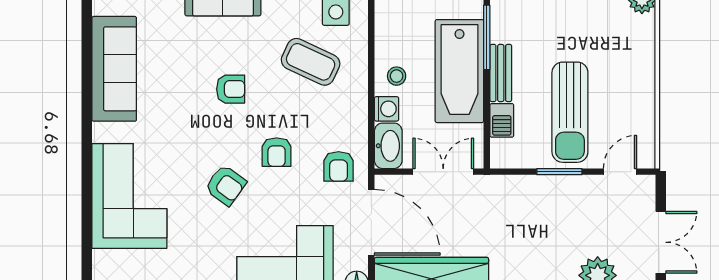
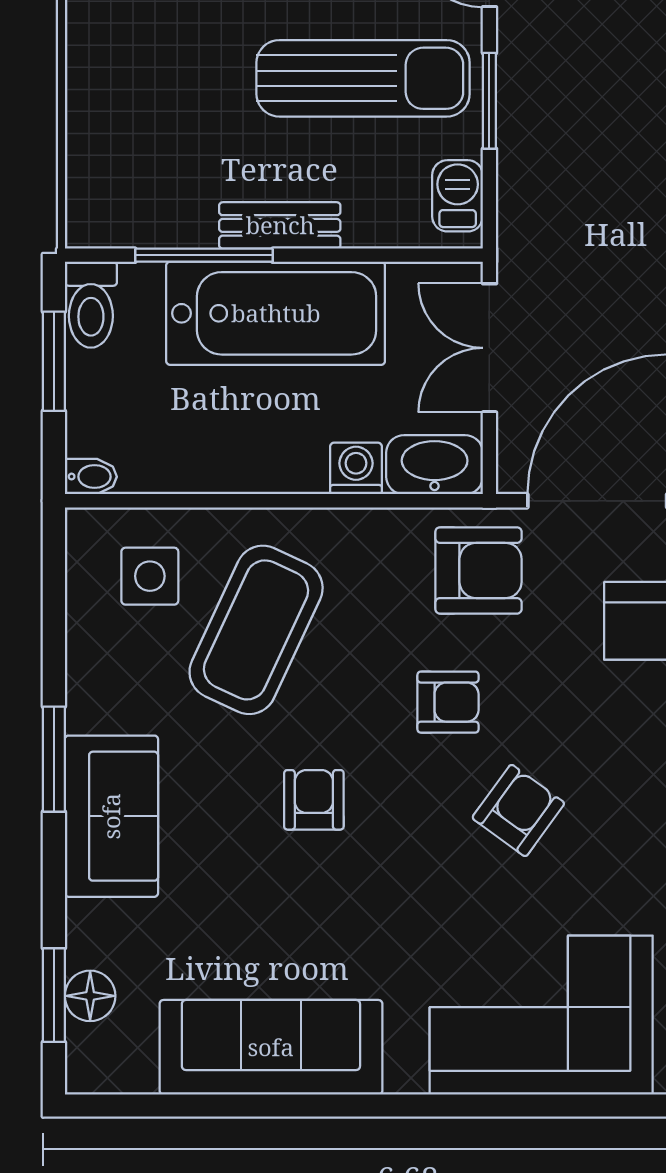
coffee table: (311, 62) -> (256, 630), width x1.36, depth x1.32
stool: (397, 76) -> (286, 447), removed
barbecue: (502, 120) -> (458, 196), moved, turned -90
armchair: (339, 166) -> (478, 570), width x1.38, depth x1.38

